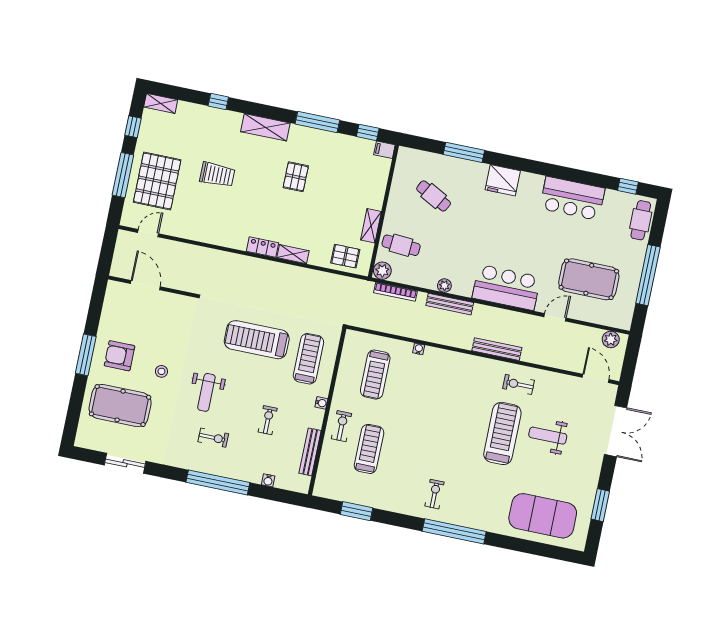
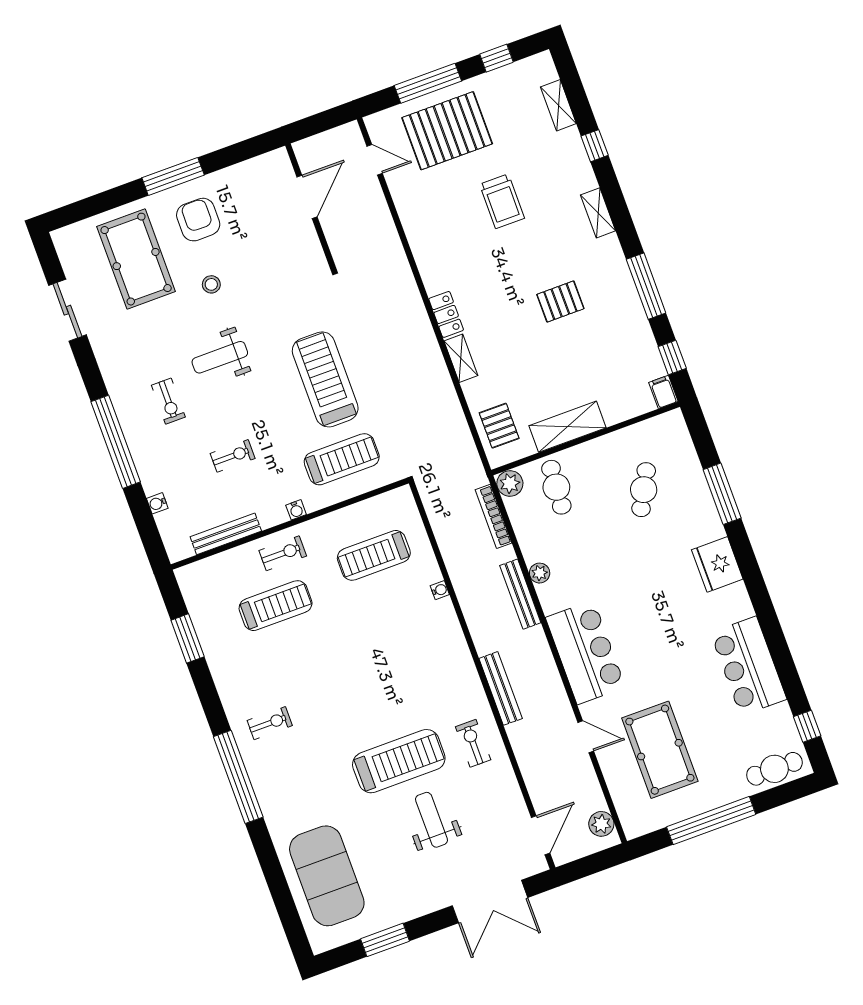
shelving: (161, 103) -> (558, 105), moved
shelving: (265, 127) -> (598, 213), width x0.67, depth x0.75
shelving: (371, 226) -> (568, 427), width x1.50, depth x1.33

